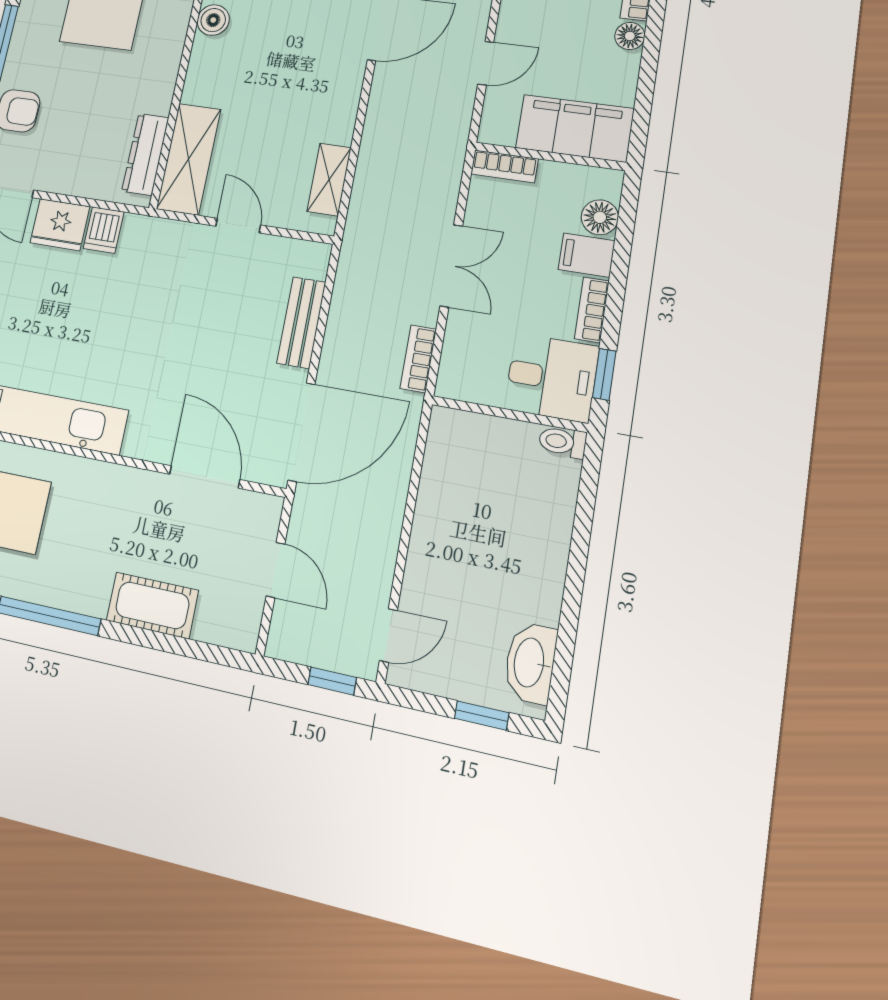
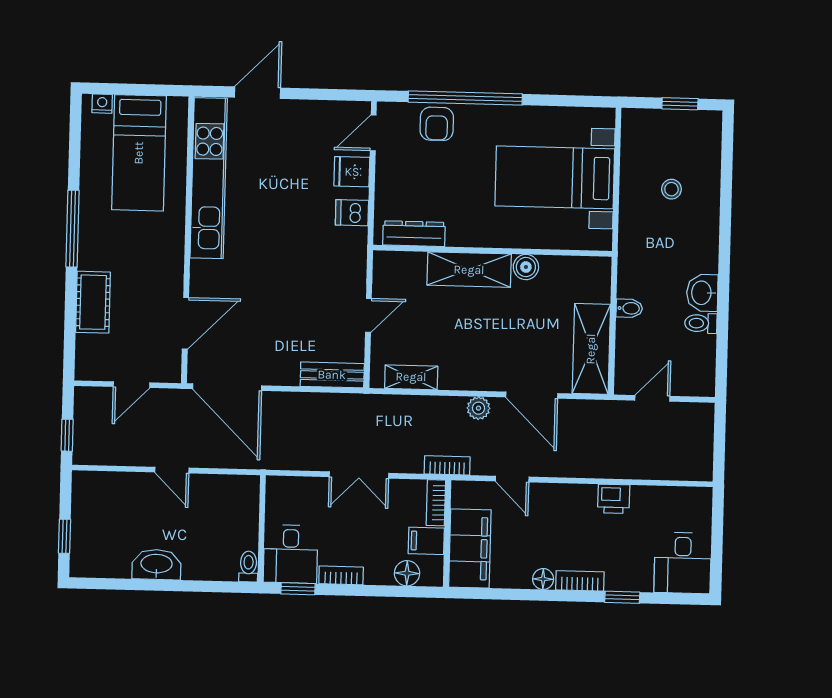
plant: (384, 97) -> (478, 408), added
shelving: (189, 159) -> (469, 270), moved
fridge: (60, 225) -> (352, 172), width x0.72
filing cabinet: (587, 255) -> (426, 541), moved, turned -90
bench: (301, 323) -> (332, 375), moved
bookcase: (418, 359) -> (447, 465), moved
door: (388, 635) -> (172, 470), moved
washbasin: (530, 663) -> (157, 564), moved

